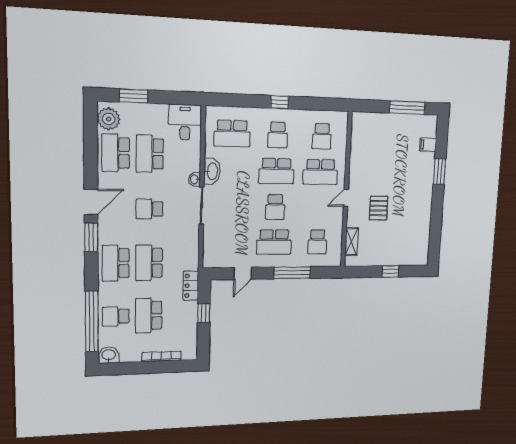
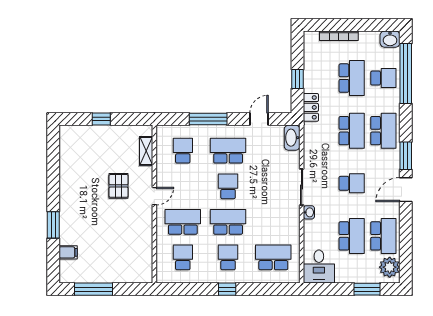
washbasin: (212, 171) -> (292, 138), moved

